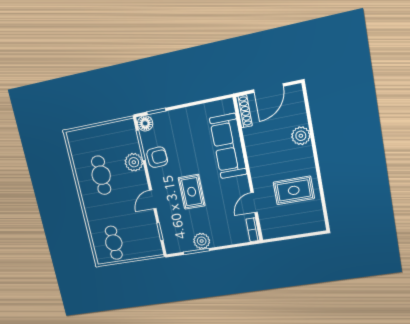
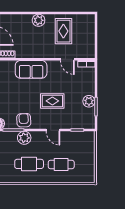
plant: (301, 136) -> (39, 20), moved
sofa: (228, 146) -> (31, 69), width x0.73
cafe table: (114, 243) -> (61, 165), moved

